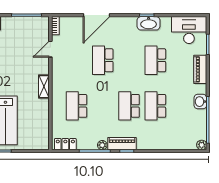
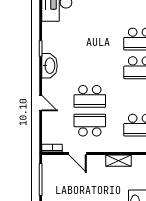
door: (97, 15) -> (41, 103), width x0.53
washbasin: (149, 23) -> (49, 66), moved
school desk: (155, 60) -> (90, 125), moved, turned 180

